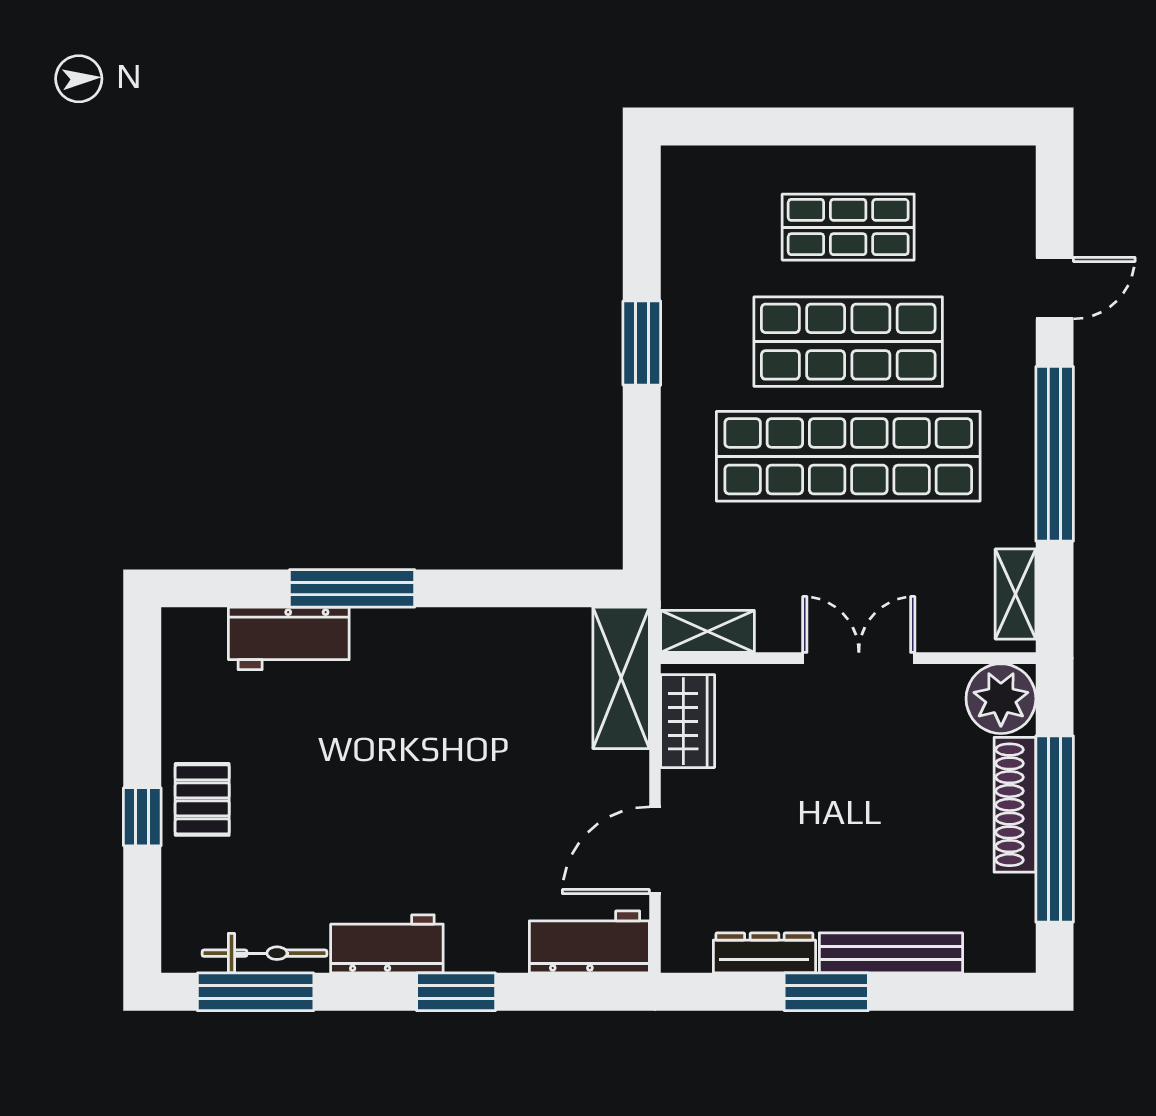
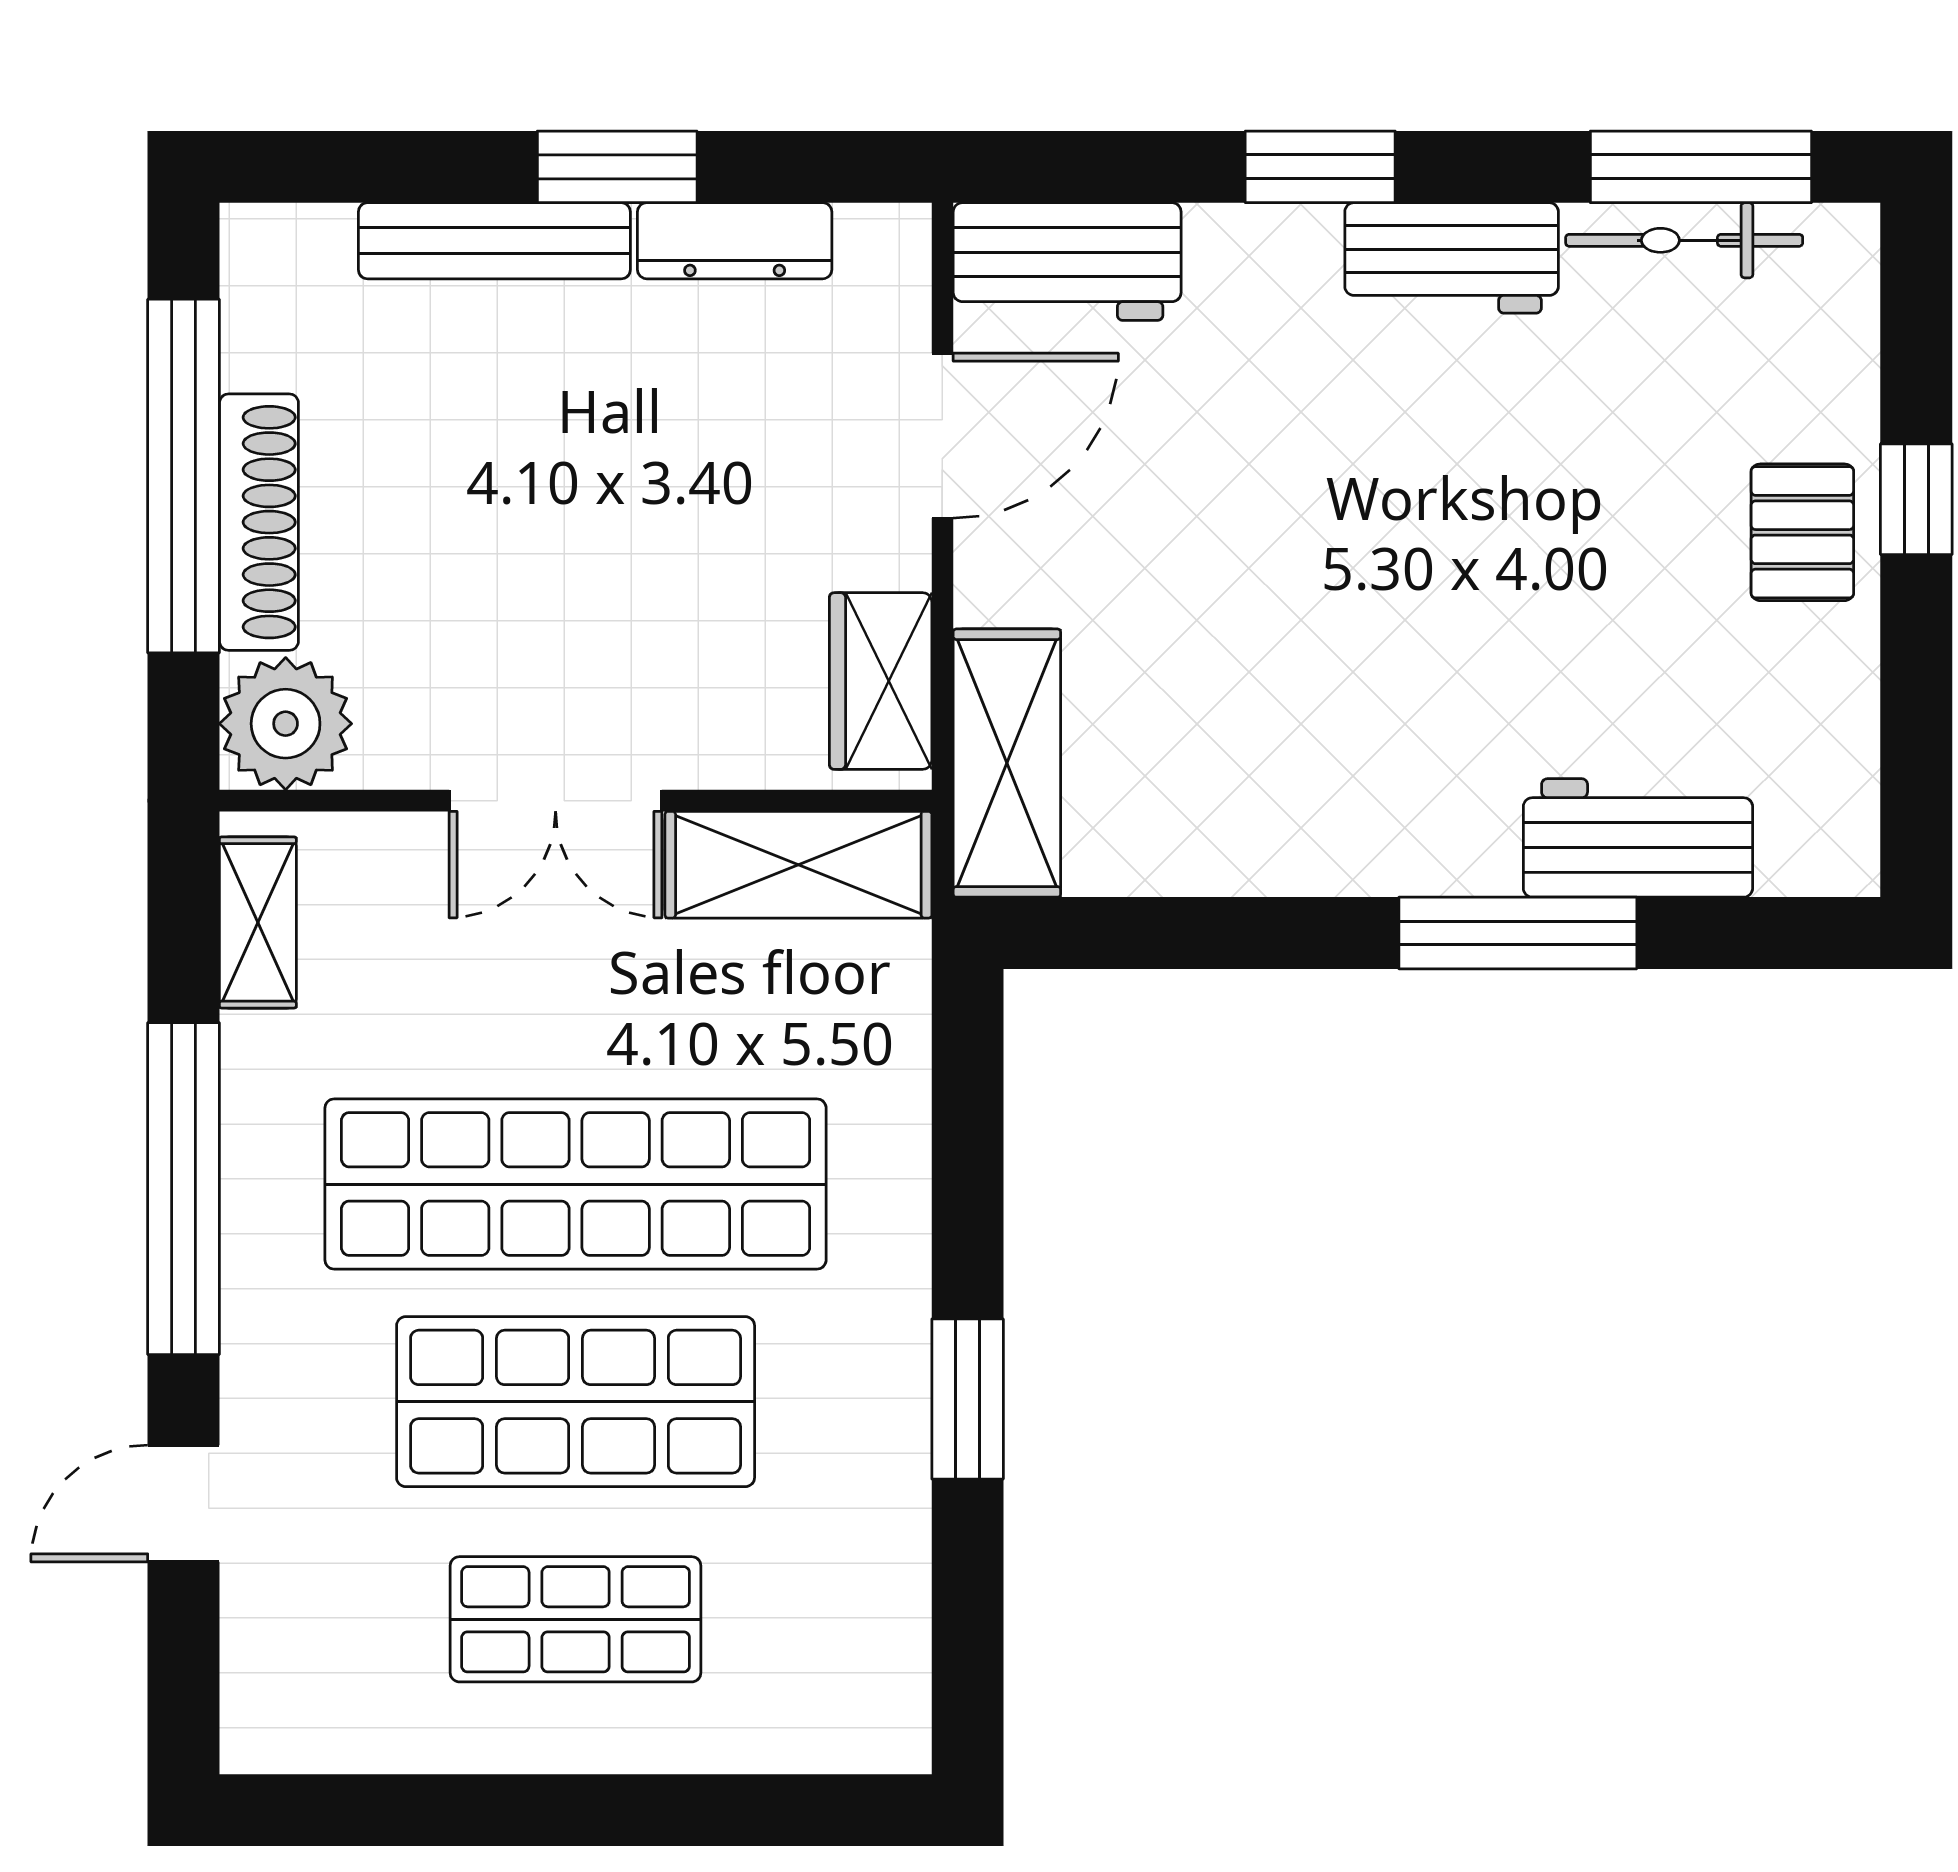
shelving: (707, 631) -> (798, 865), width x1.50, depth x1.33

